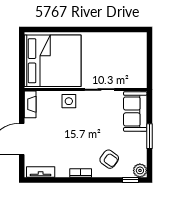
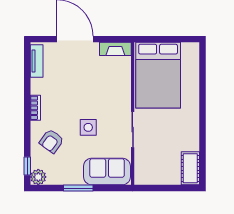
cot: (133, 40) -> (190, 168), added
bed: (53, 61) -> (158, 75), width x0.73
side table: (69, 101) -> (88, 127), moved

